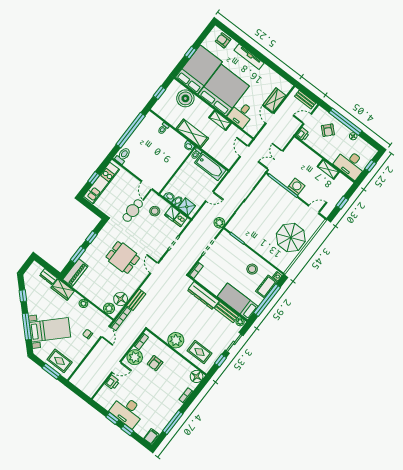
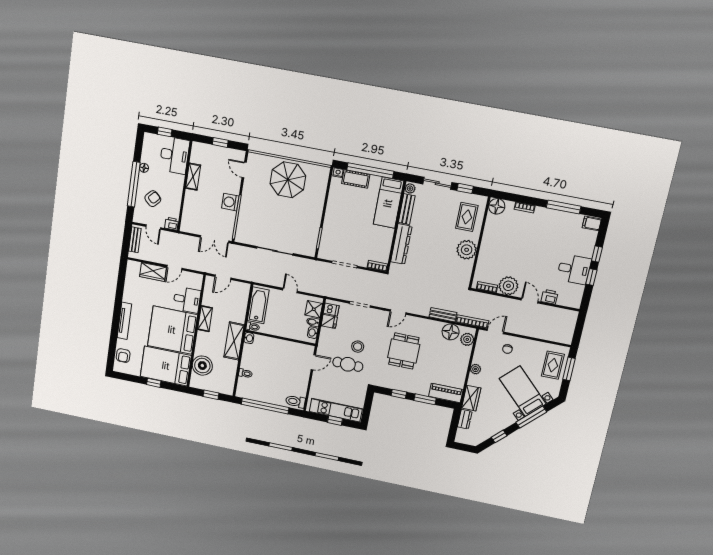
stool: (155, 211) -> (358, 347), moved
plant: (219, 223) -> (313, 266), removed
stool: (252, 269) -> (344, 205), removed
armchair: (155, 363) -> (504, 260), removed
desk: (127, 411) -> (574, 269), width x0.73

